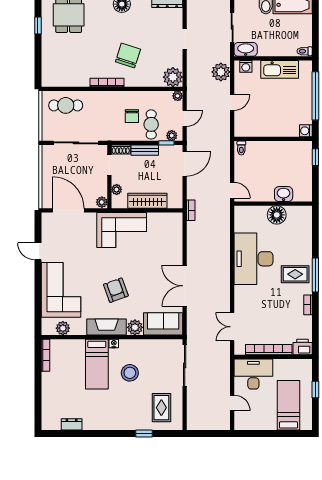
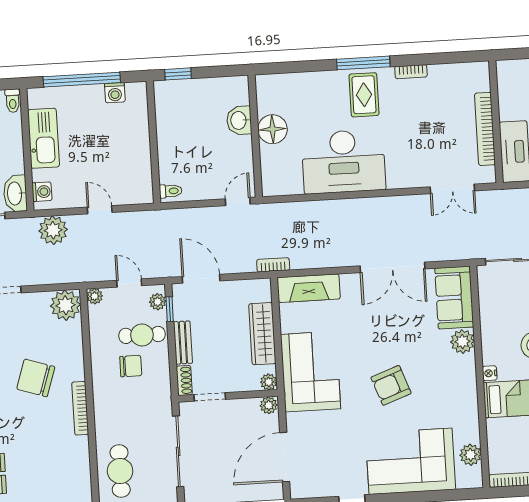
washing machine: (306, 131) -> (115, 93), moved
plant: (117, 189) -> (269, 382), moved
armchair: (116, 290) -> (391, 385), moved
fireplace: (107, 327) -> (309, 288), moved, turned -90
printer: (303, 347) -> (478, 76), removed

